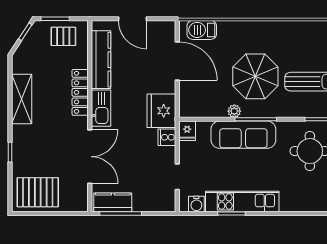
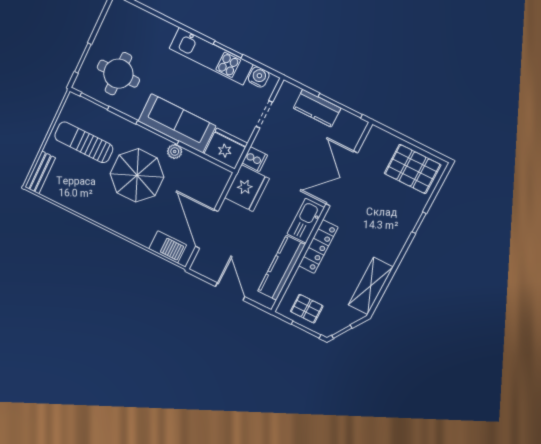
shelving: (22, 99) -> (371, 286), moved
fridge: (187, 131) -> (226, 149), width x1.88, depth x1.34
kitchen counter: (113, 202) -> (317, 108), moved

